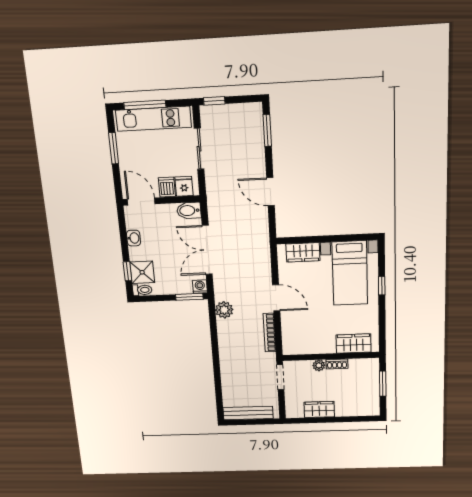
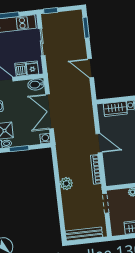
window: (189, 297) -> (19, 149), moved
plant: (224, 310) -> (66, 184), moved

